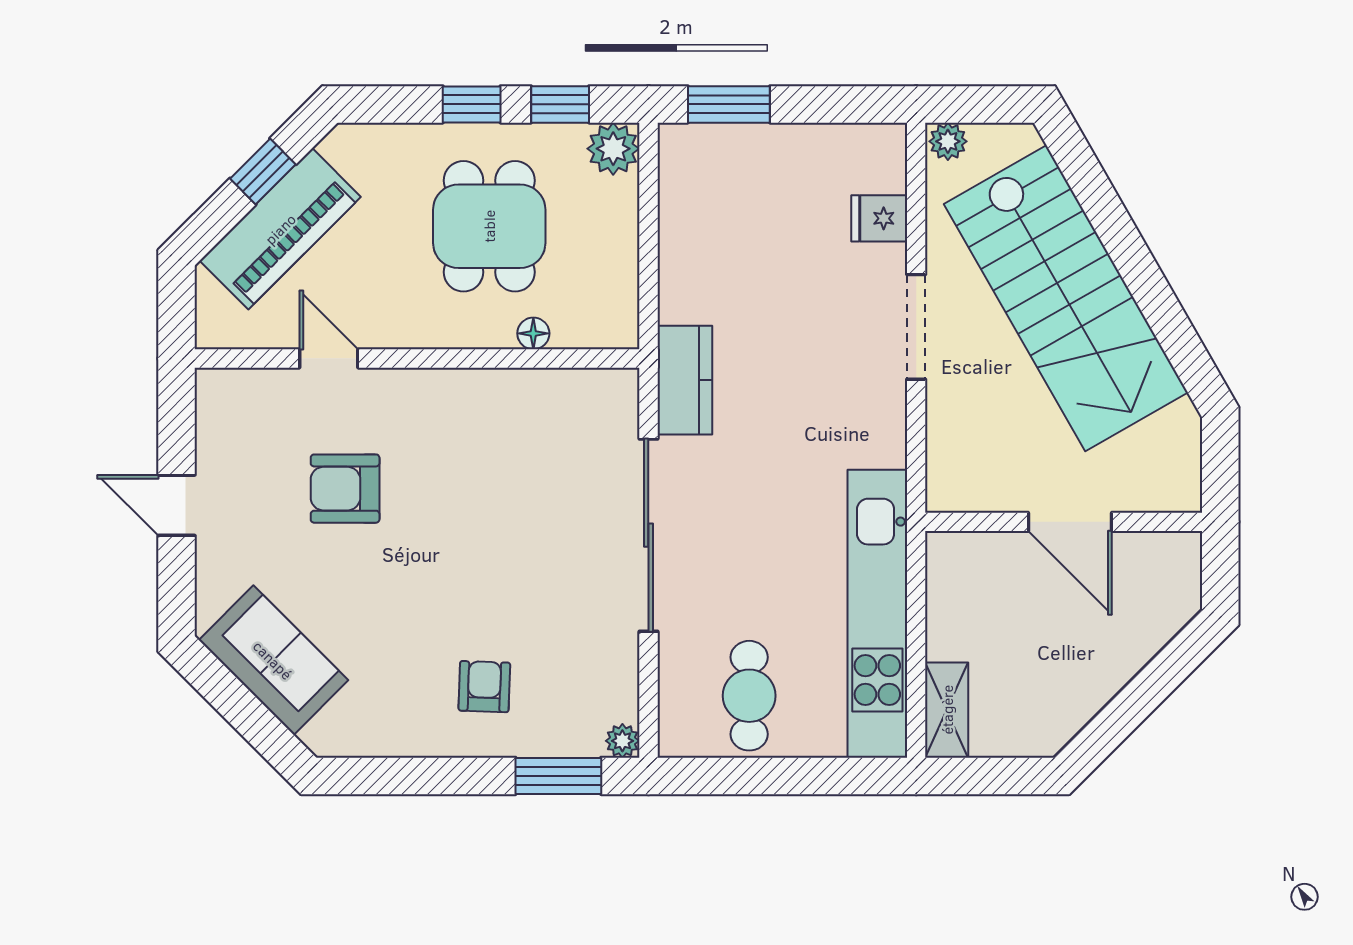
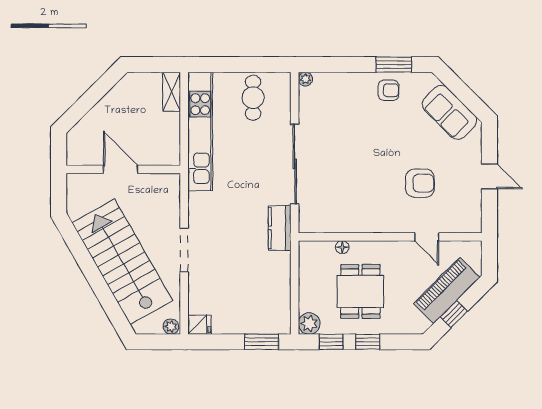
fridge: (879, 218) -> (199, 325), moved
armchair: (484, 687) -> (388, 90), moved, turned -92
window: (558, 776) -> (394, 65), moved

